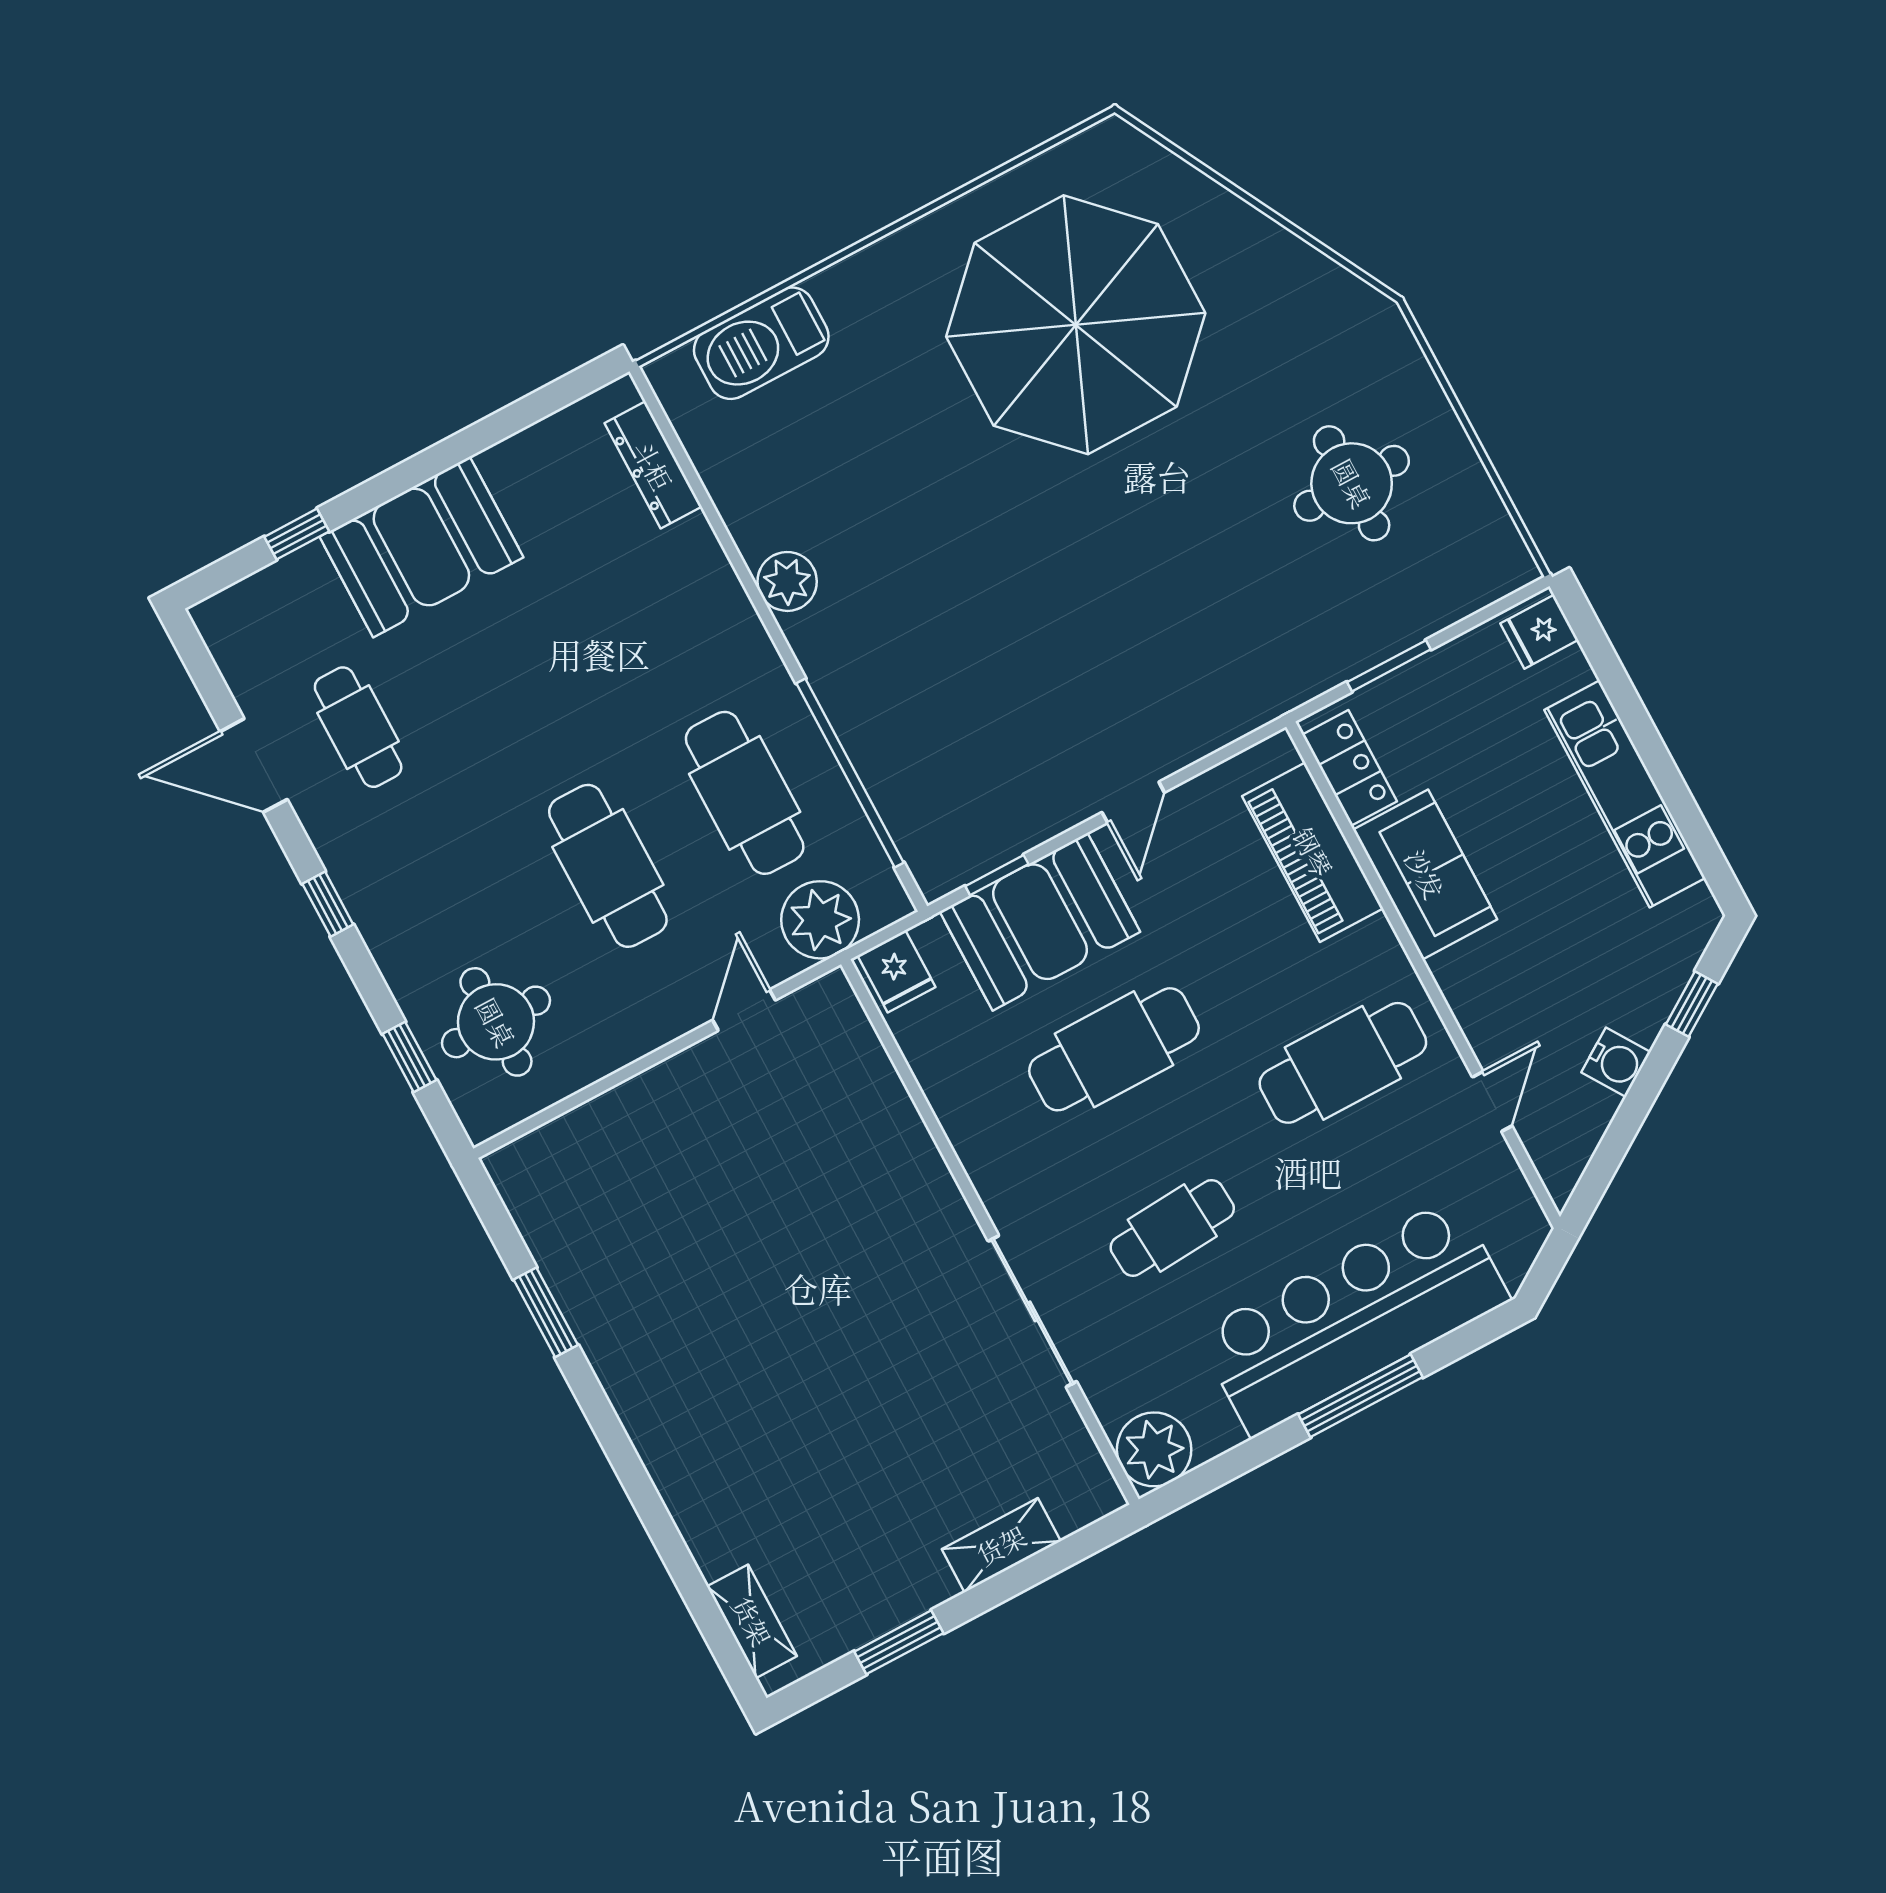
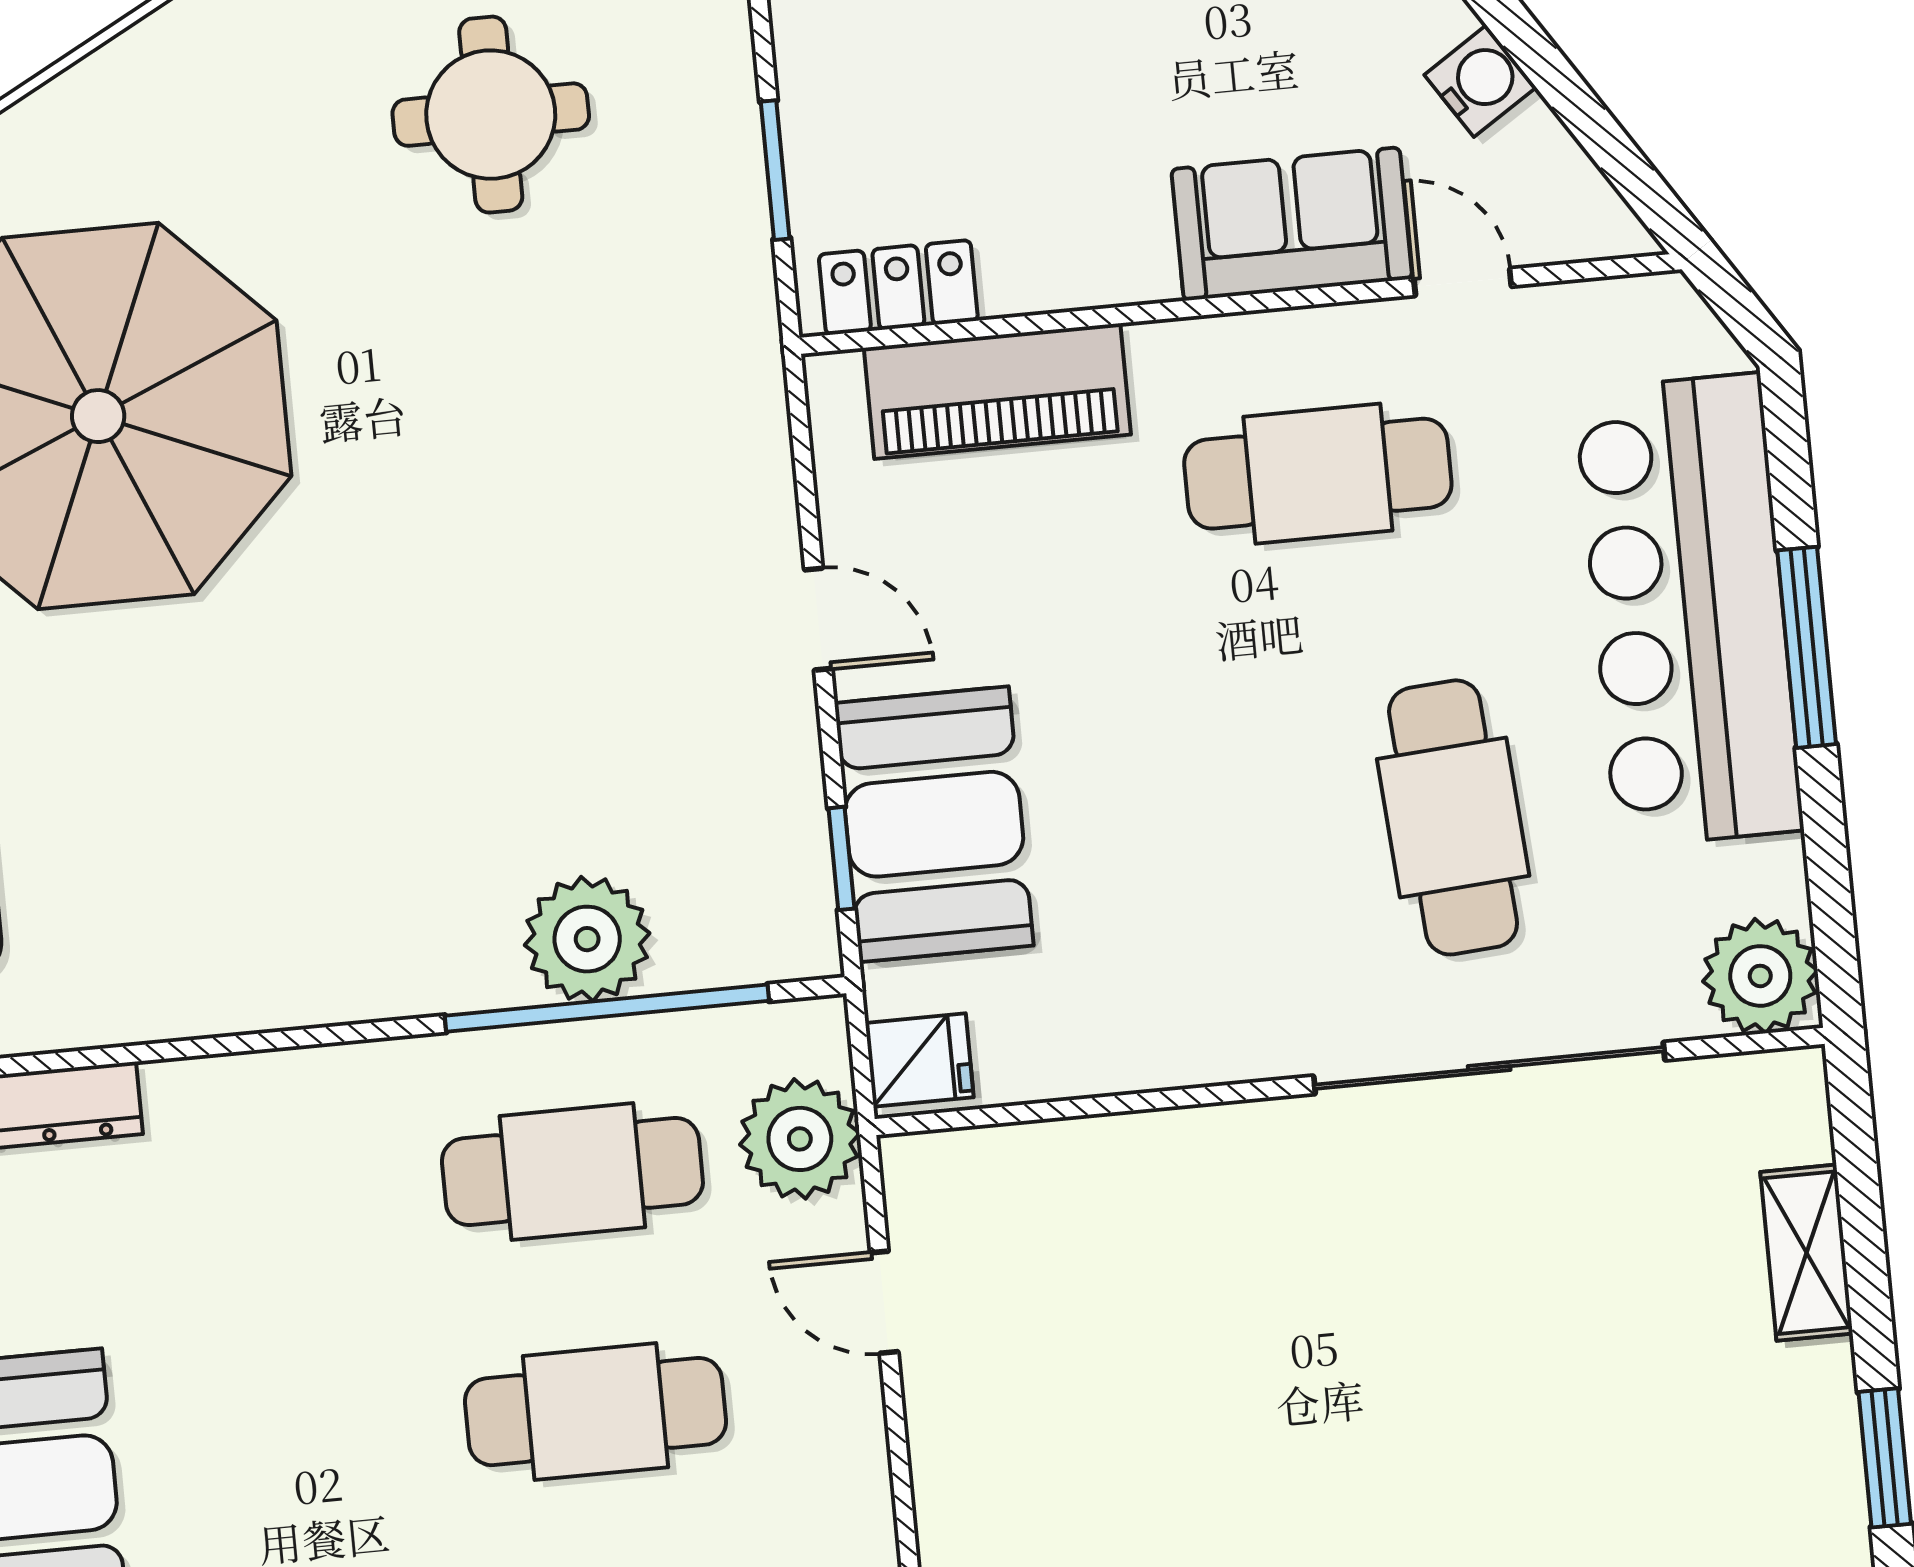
plant: (787, 581) -> (587, 939), moved, width x1.36, depth x1.36
sofa: (1425, 874) -> (1292, 224), moved
cafe table: (1114, 1049) -> (1162, 794), removed
cafe table: (1343, 1063) -> (1318, 474), turned 90
cafe table: (1172, 1228) -> (1453, 817), width x1.37, depth x1.35
sliding door: (1032, 1311) -> (1489, 1068), width x1.36

